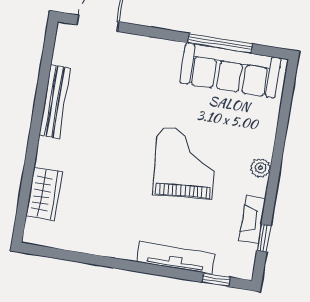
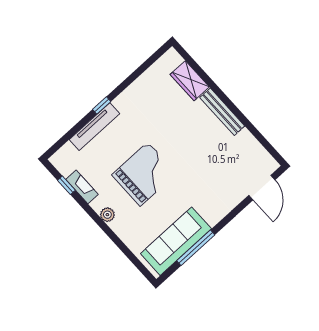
bench: (55, 102) -> (222, 112), moved
grand piano: (185, 163) -> (144, 174), turned -85
window: (216, 280) -> (102, 105), moved

